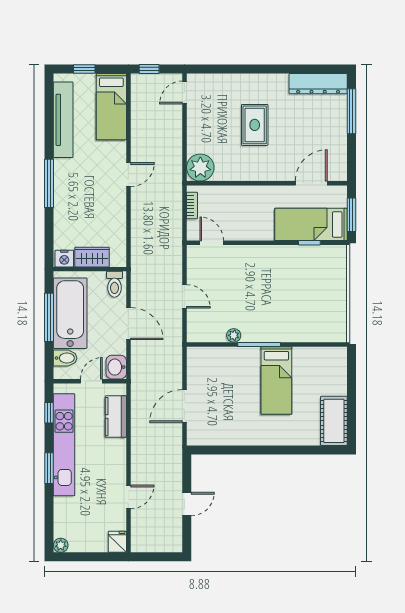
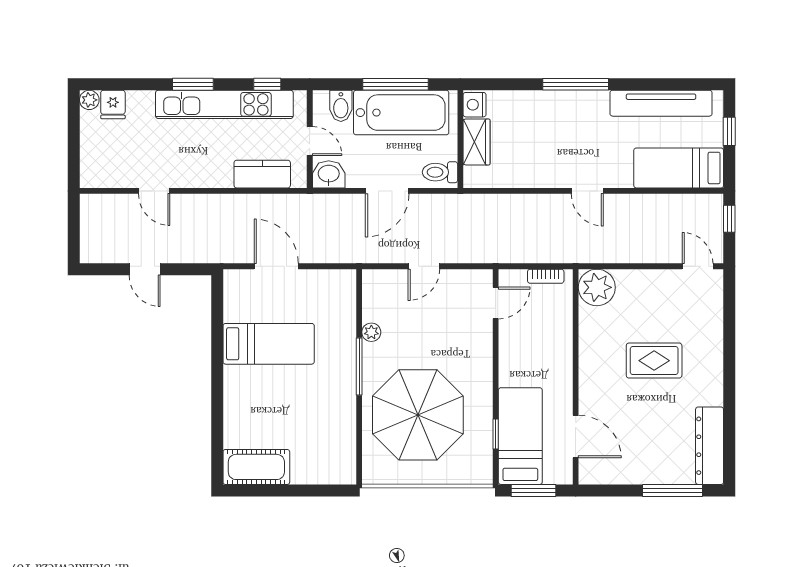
parasol: (295, 301) -> (418, 415), added
bed: (276, 380) -> (269, 344), moved, turned 180
fridge: (117, 542) -> (113, 105), moved, turned 90

